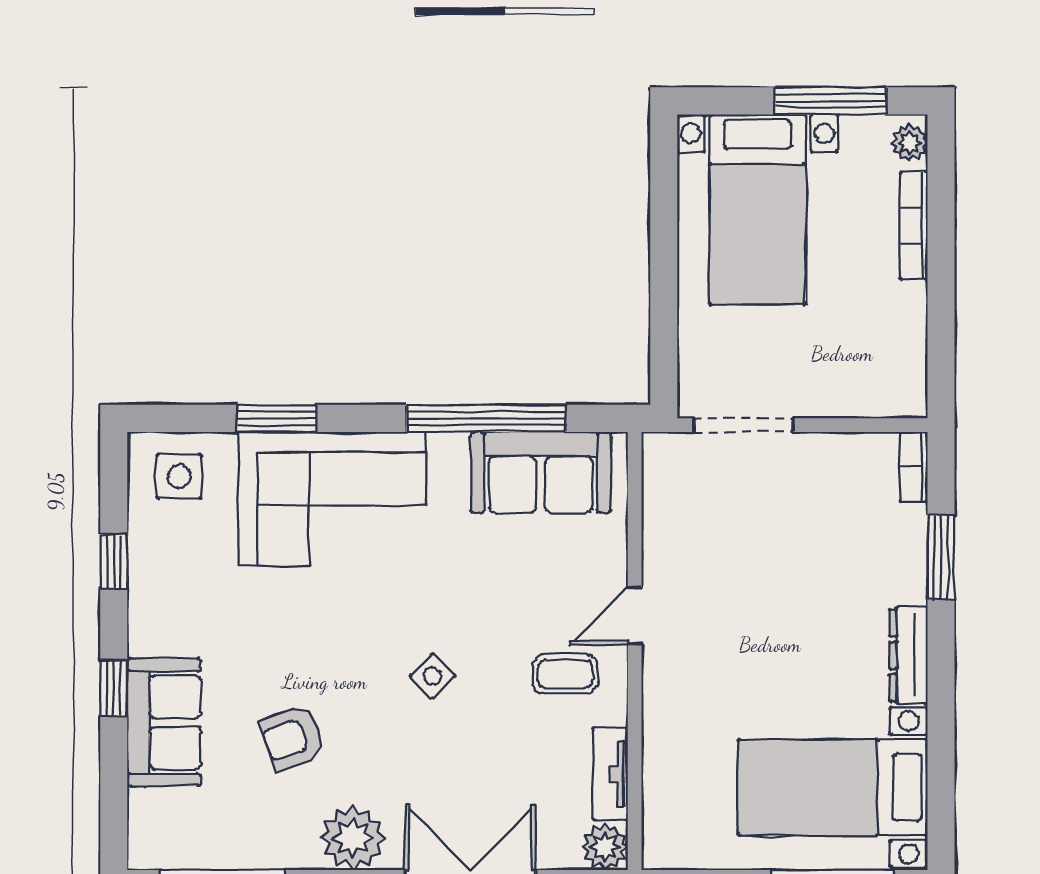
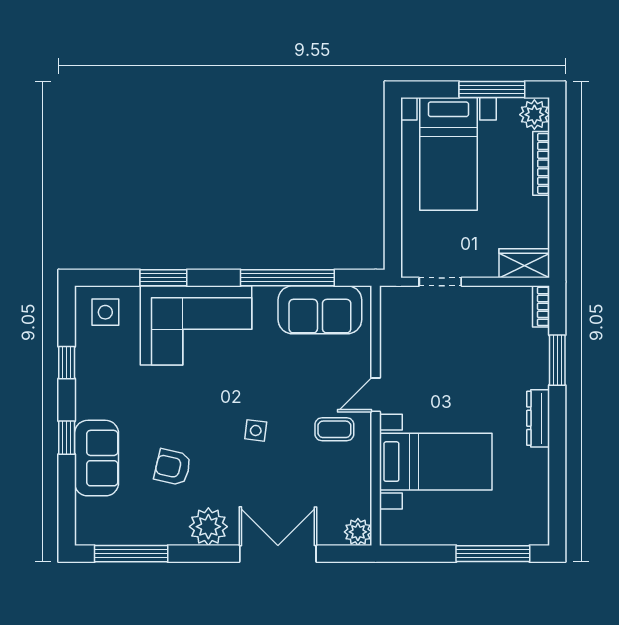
plant: (909, 143) -> (534, 115), width x1.38, depth x1.38
wardrobe: (885, 394) -> (524, 263), added
doorway: (744, 425) -> (440, 282), width x0.73
side table: (433, 676) -> (256, 430), turned -37
armchair: (292, 738) -> (173, 467), turned 32
tv unit: (610, 774) -> (361, 489), removed
bed with nightstands: (833, 787) -> (436, 462), moved, turned 180

